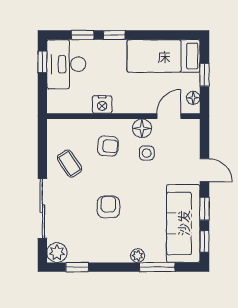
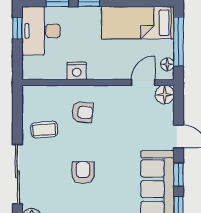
window: (204, 75) -> (179, 41), width x2.17
floor lamp: (142, 128) -> (165, 95), moved
side table: (147, 153) -> (121, 119), removed
coffee table: (69, 164) -> (44, 130), turned -62

